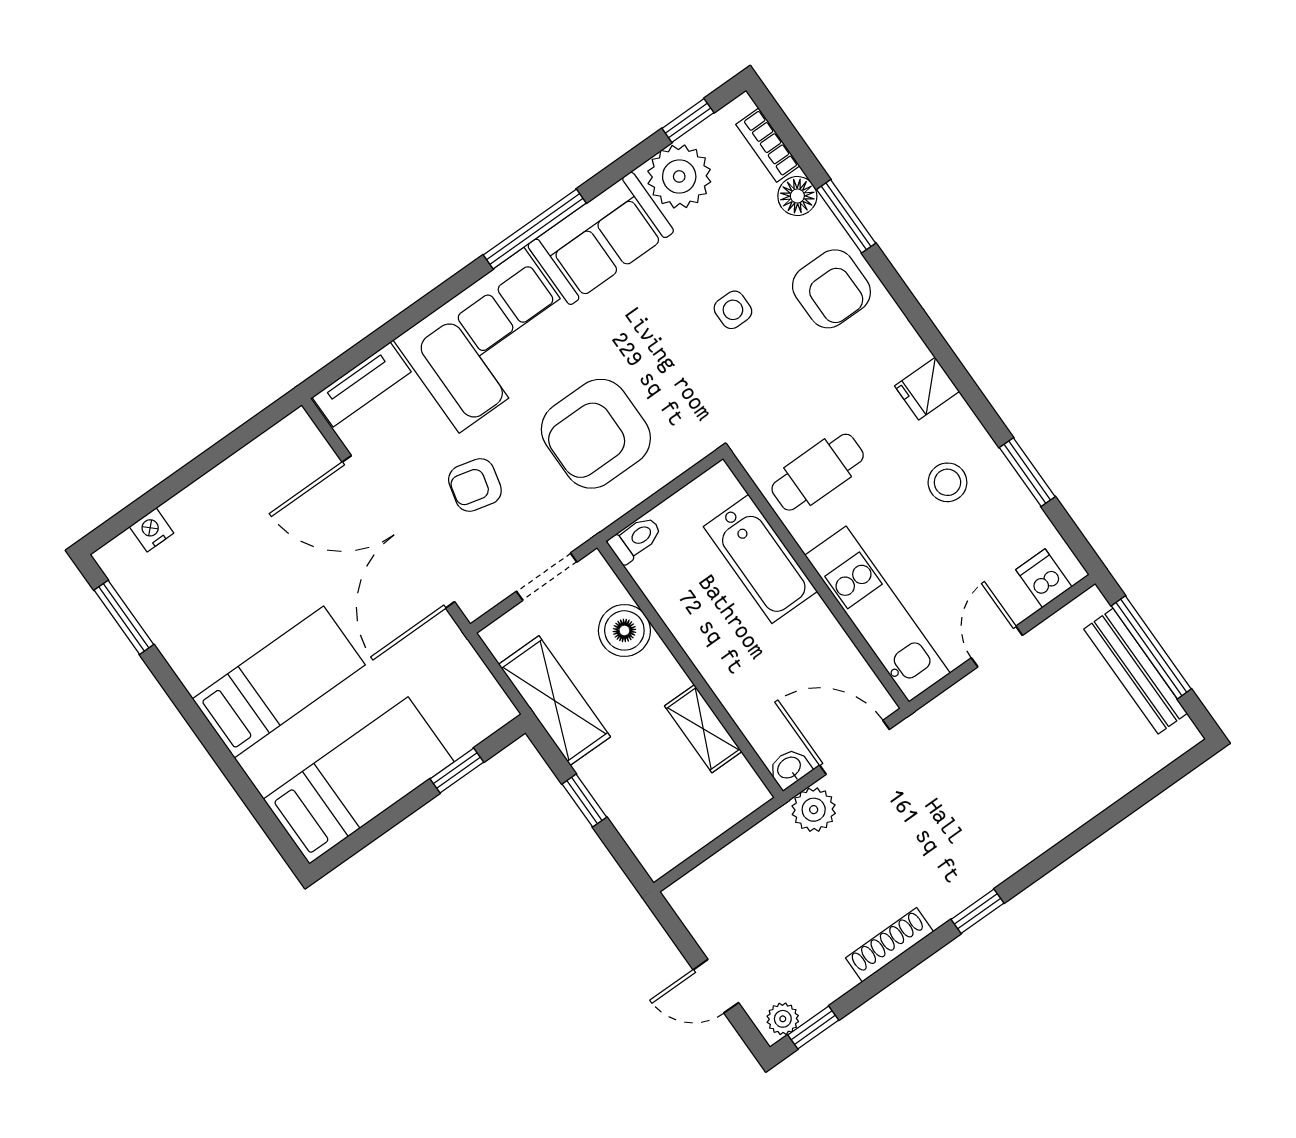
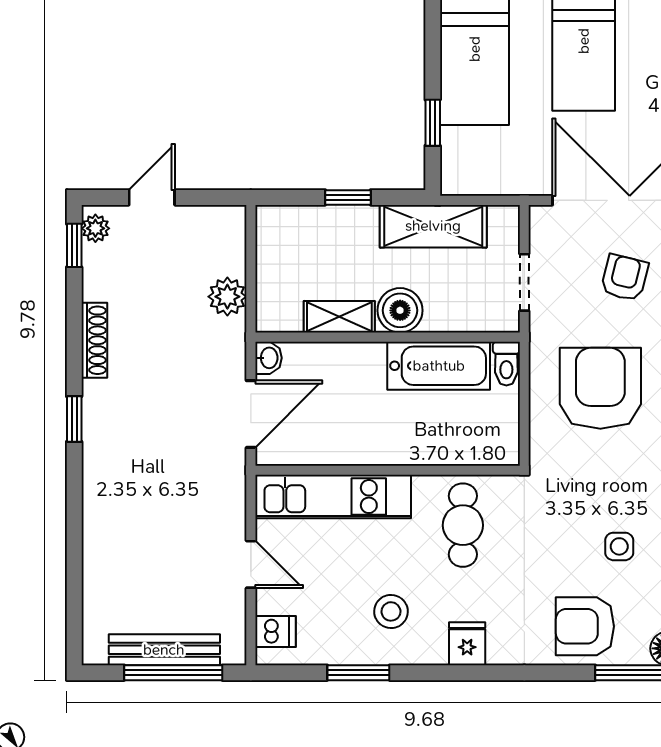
bathtub: (760, 559) -> (439, 366), moved, turned 180
boiler: (624, 630) -> (400, 310), moved
plant: (814, 810) -> (227, 297), moved

